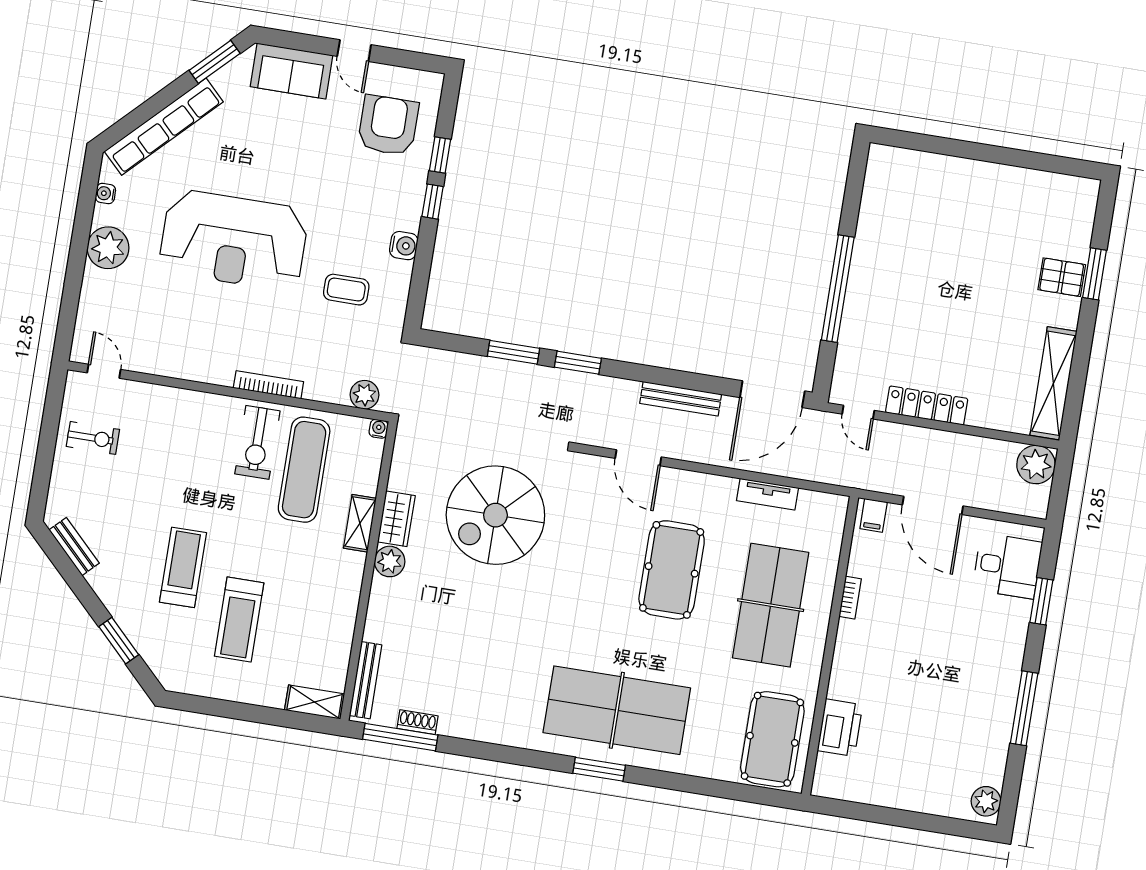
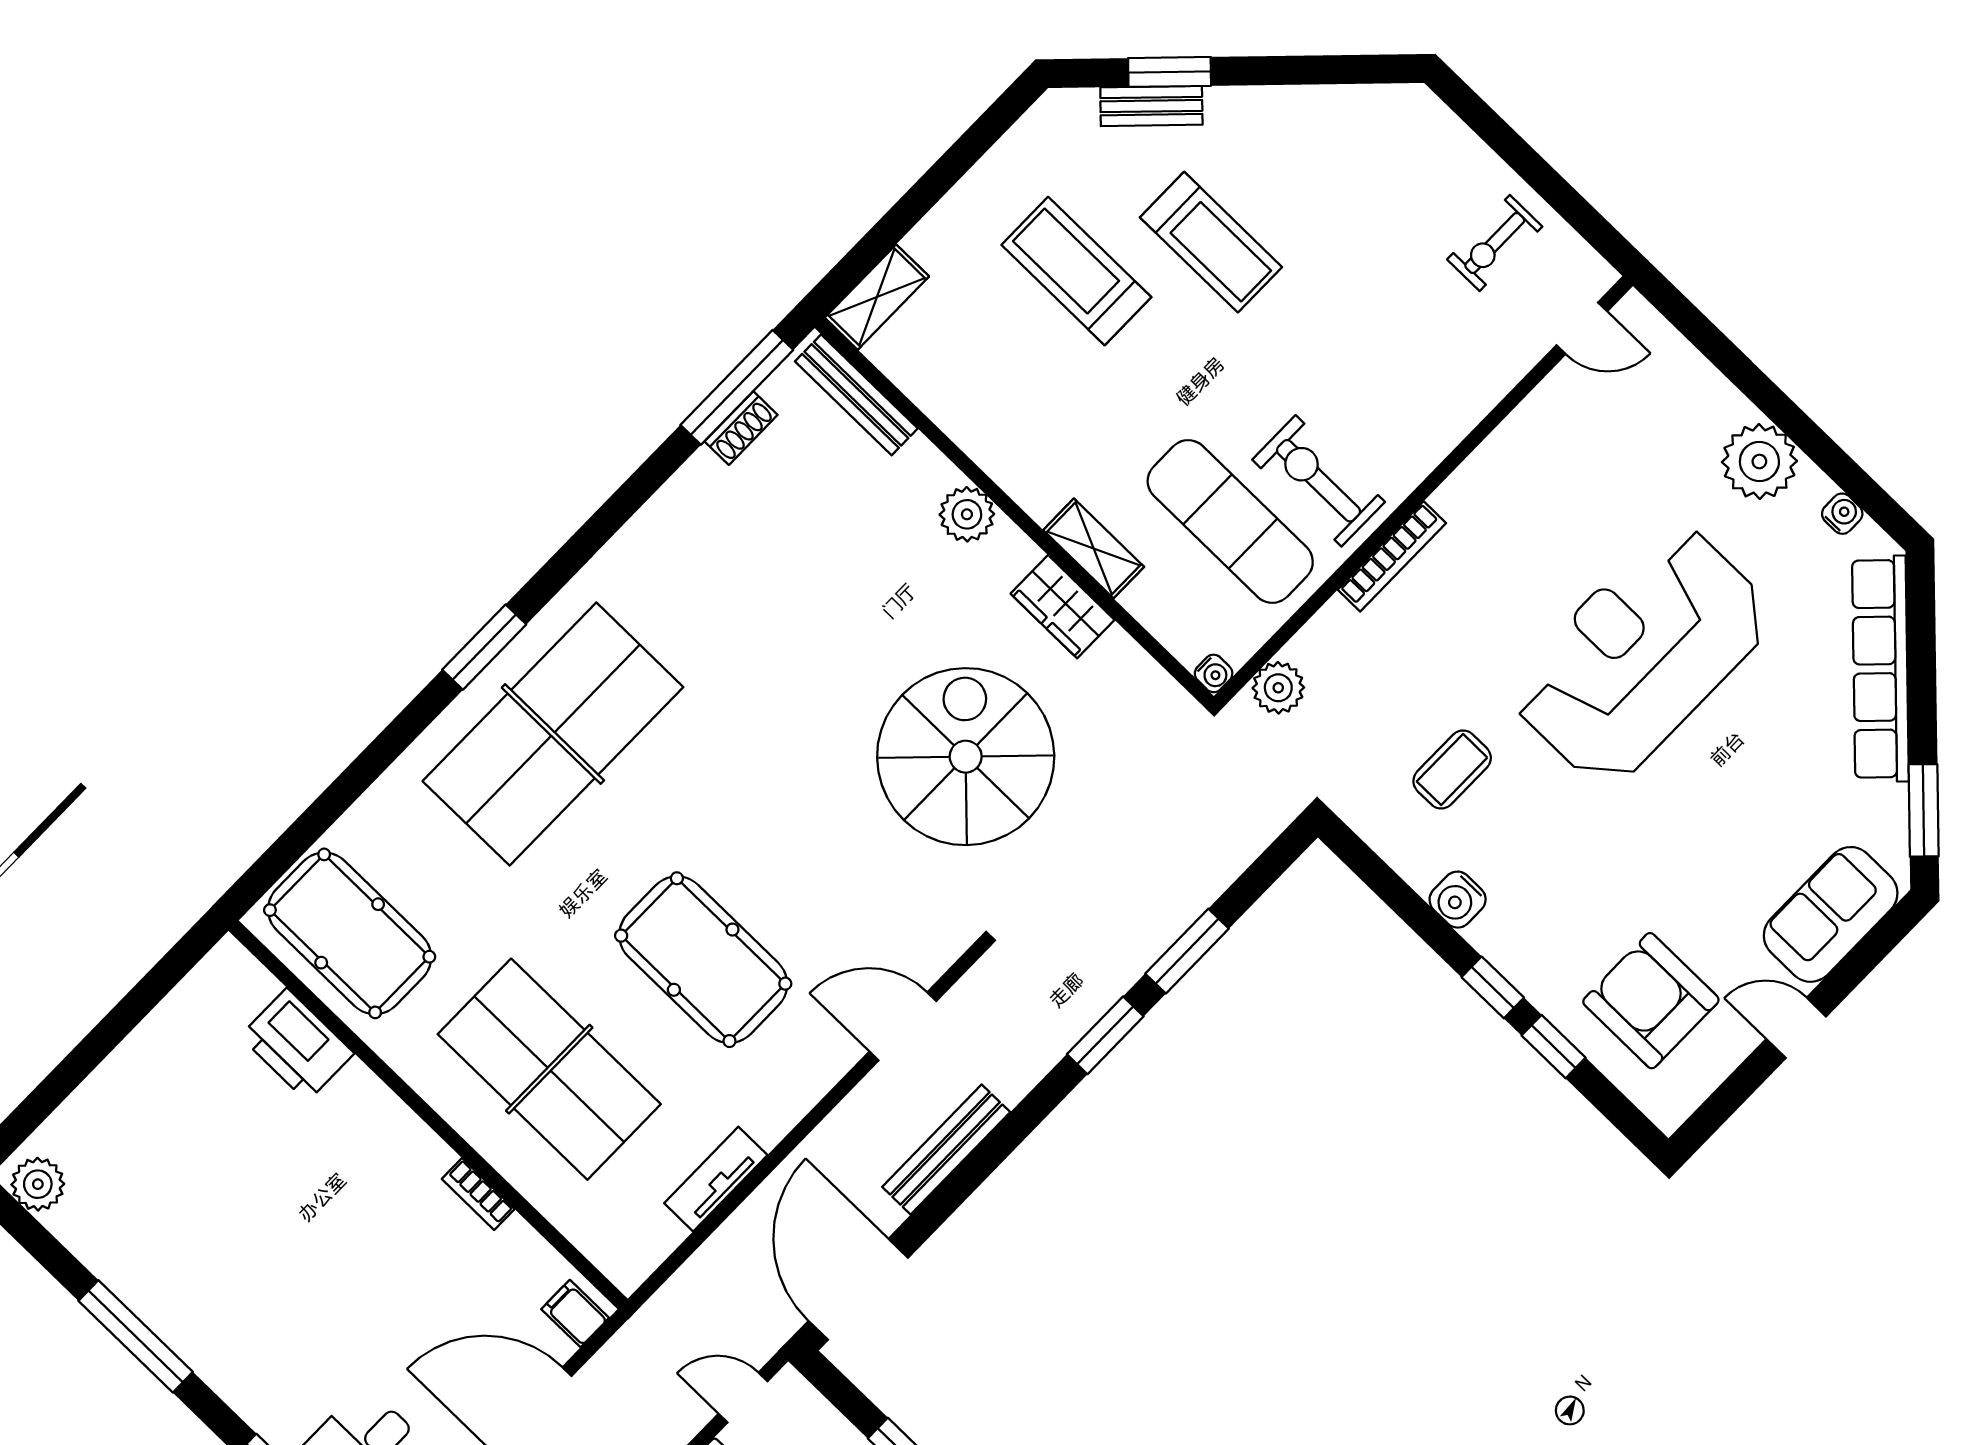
armchair: (388, 125) -> (1651, 1001), turned 180
bench: (74, 547) -> (1151, 106), moved
plant: (390, 561) -> (967, 514), moved

